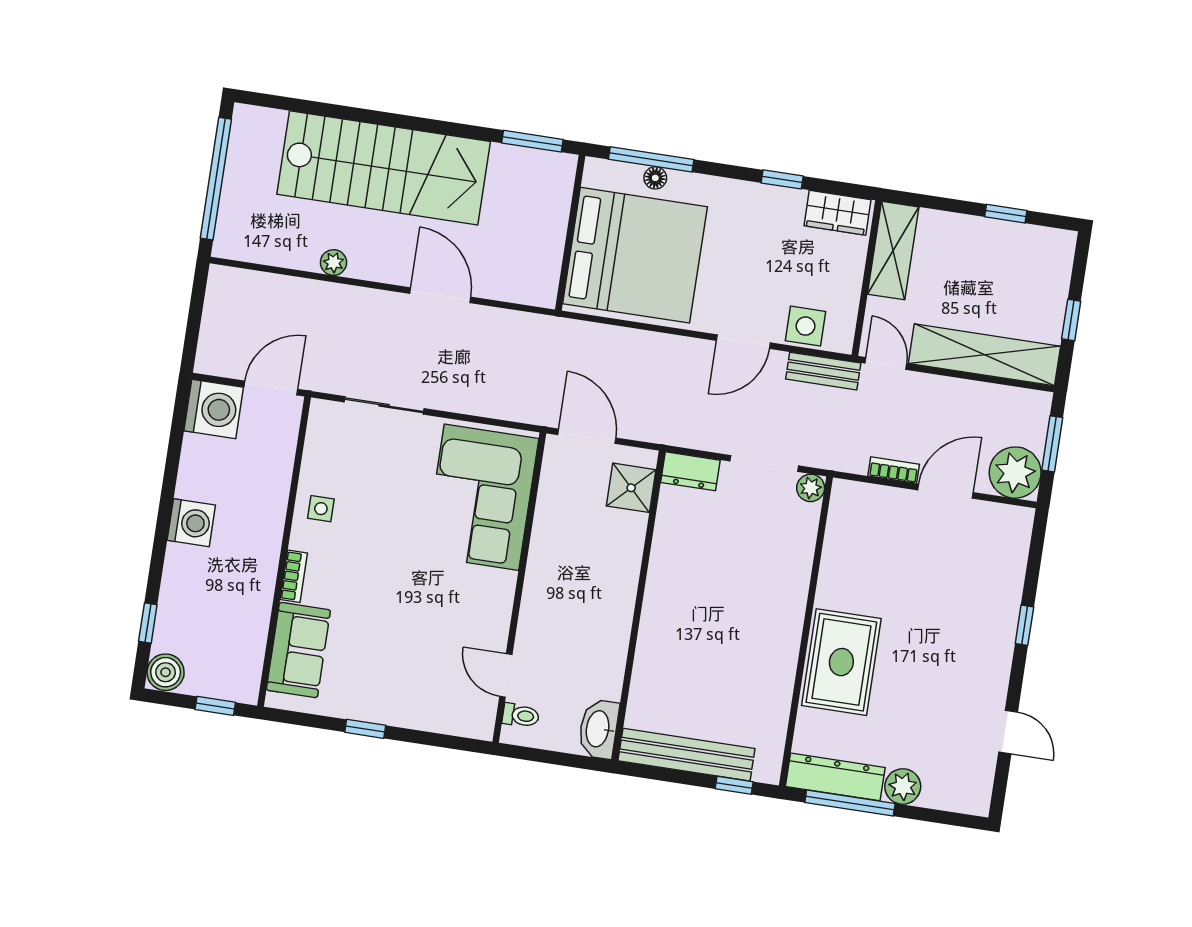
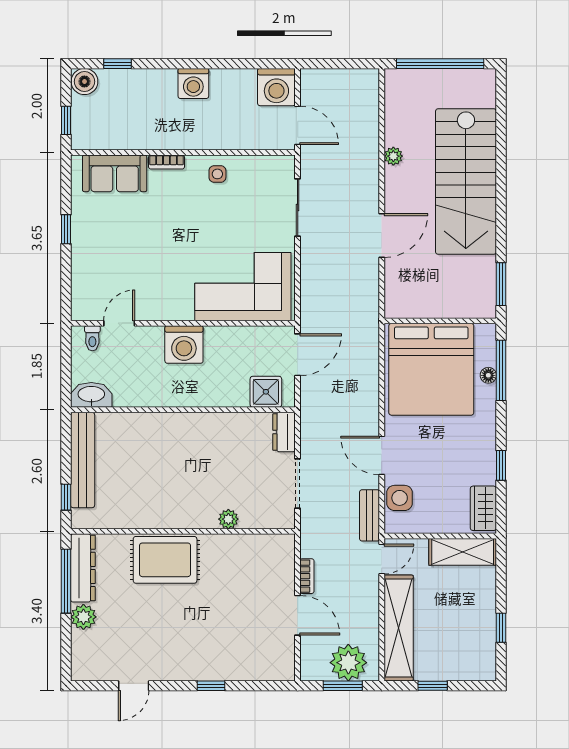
plant: (1015, 473) -> (348, 663), moved
plant: (811, 488) -> (228, 519), moved
washing machine: (549, 591) -> (184, 345), added

